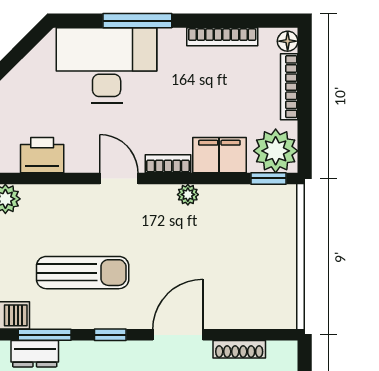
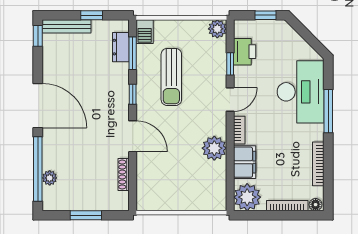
window: (269, 178) -> (230, 64), moved
plant: (188, 195) -> (214, 148), width x1.88, depth x1.88

